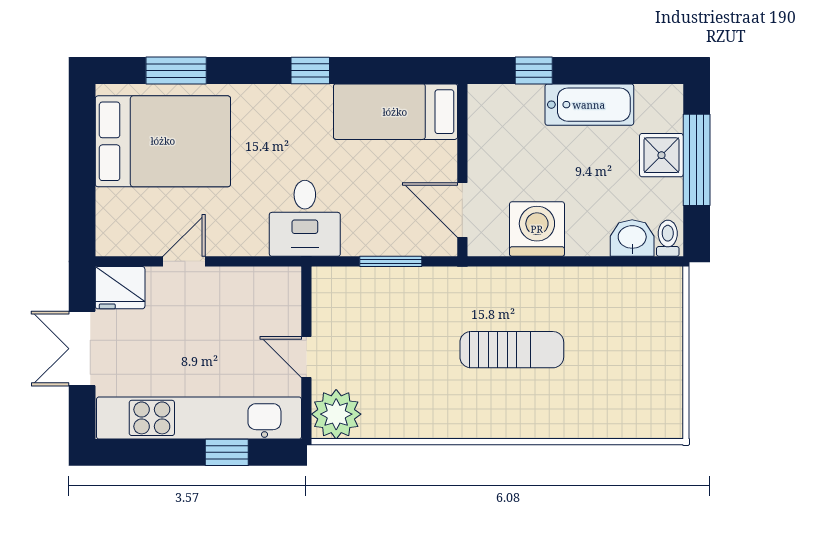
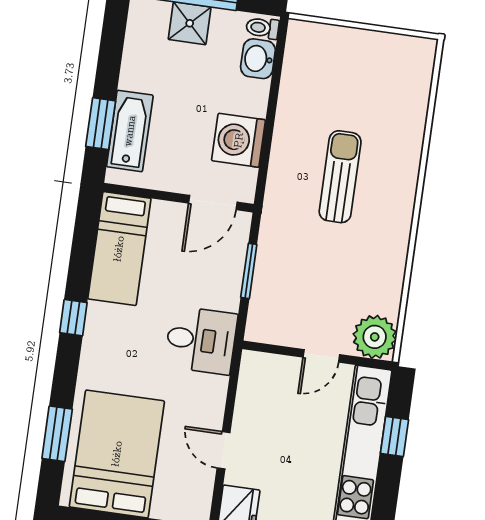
window: (534, 70) -> (101, 124), width x1.50
bathtub: (589, 105) -> (130, 131), moved

